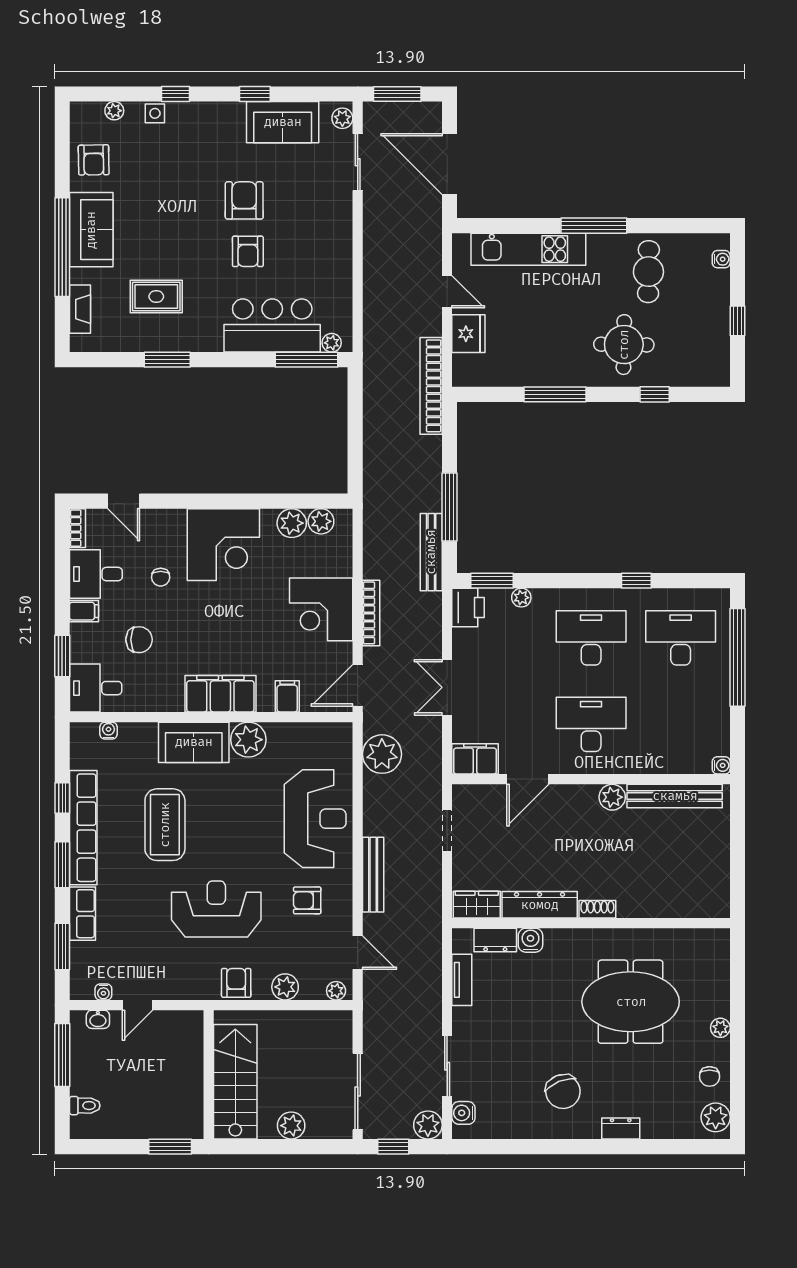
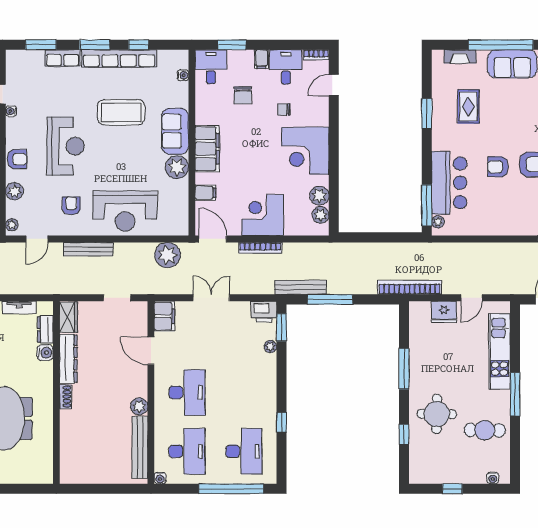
desk: (591, 638) -> (187, 451), moved
water cooler: (103, 992) -> (11, 111), moved

